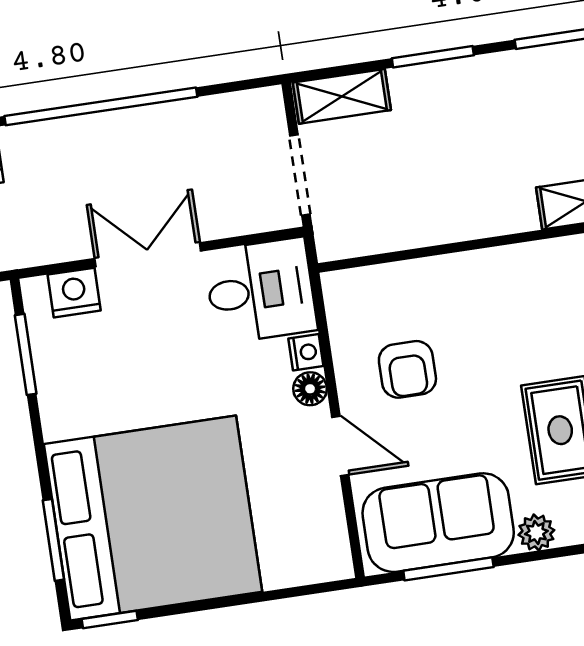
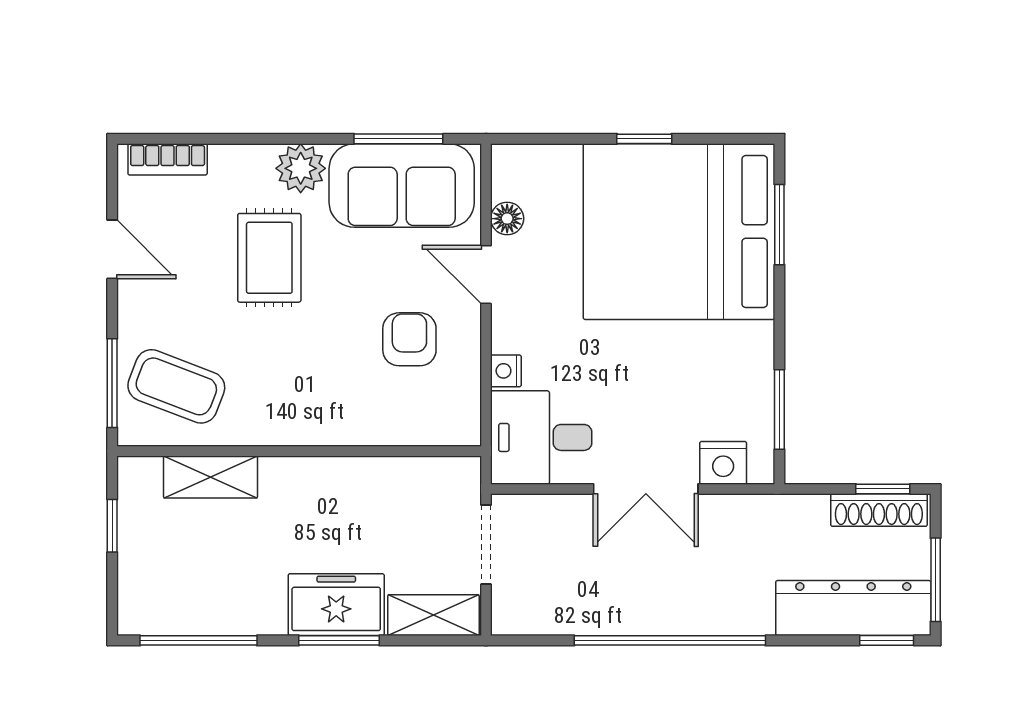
freezer: (441, 92) -> (336, 605), added
floor lamp: (310, 389) -> (507, 219), moved
plant: (536, 532) -> (301, 168), width x1.38, depth x1.38
window: (110, 620) -> (644, 139), moved

